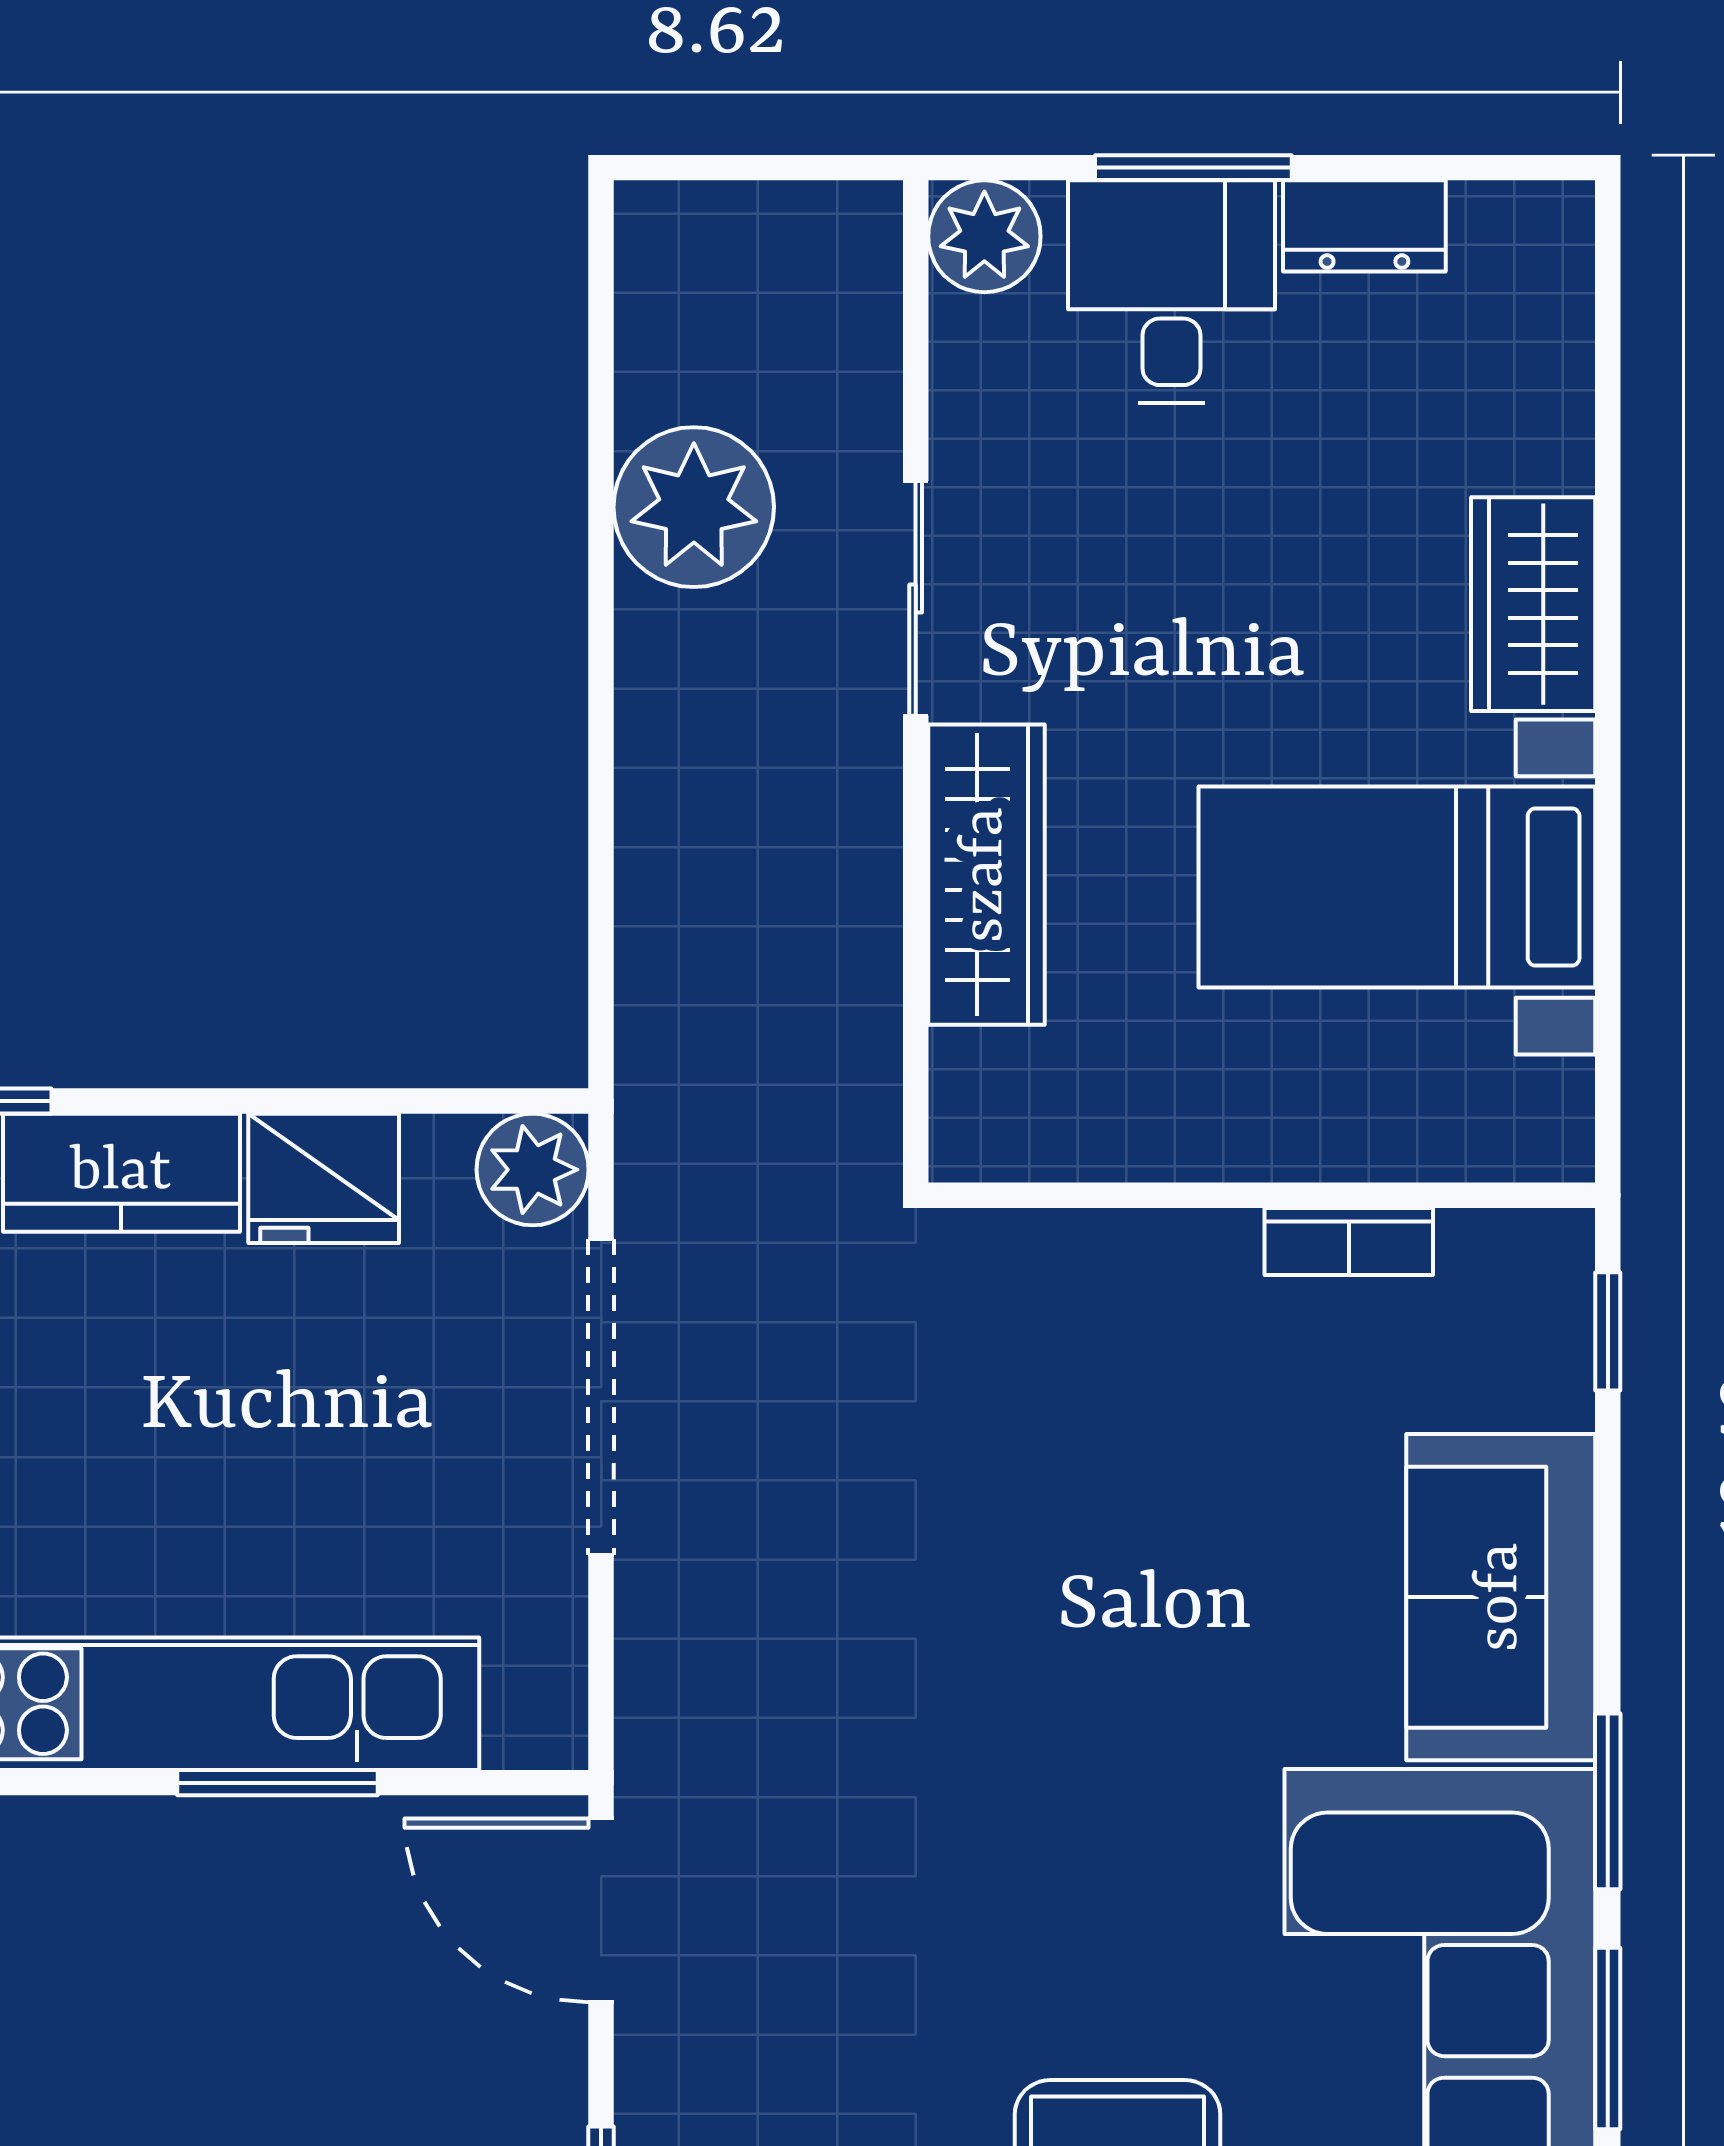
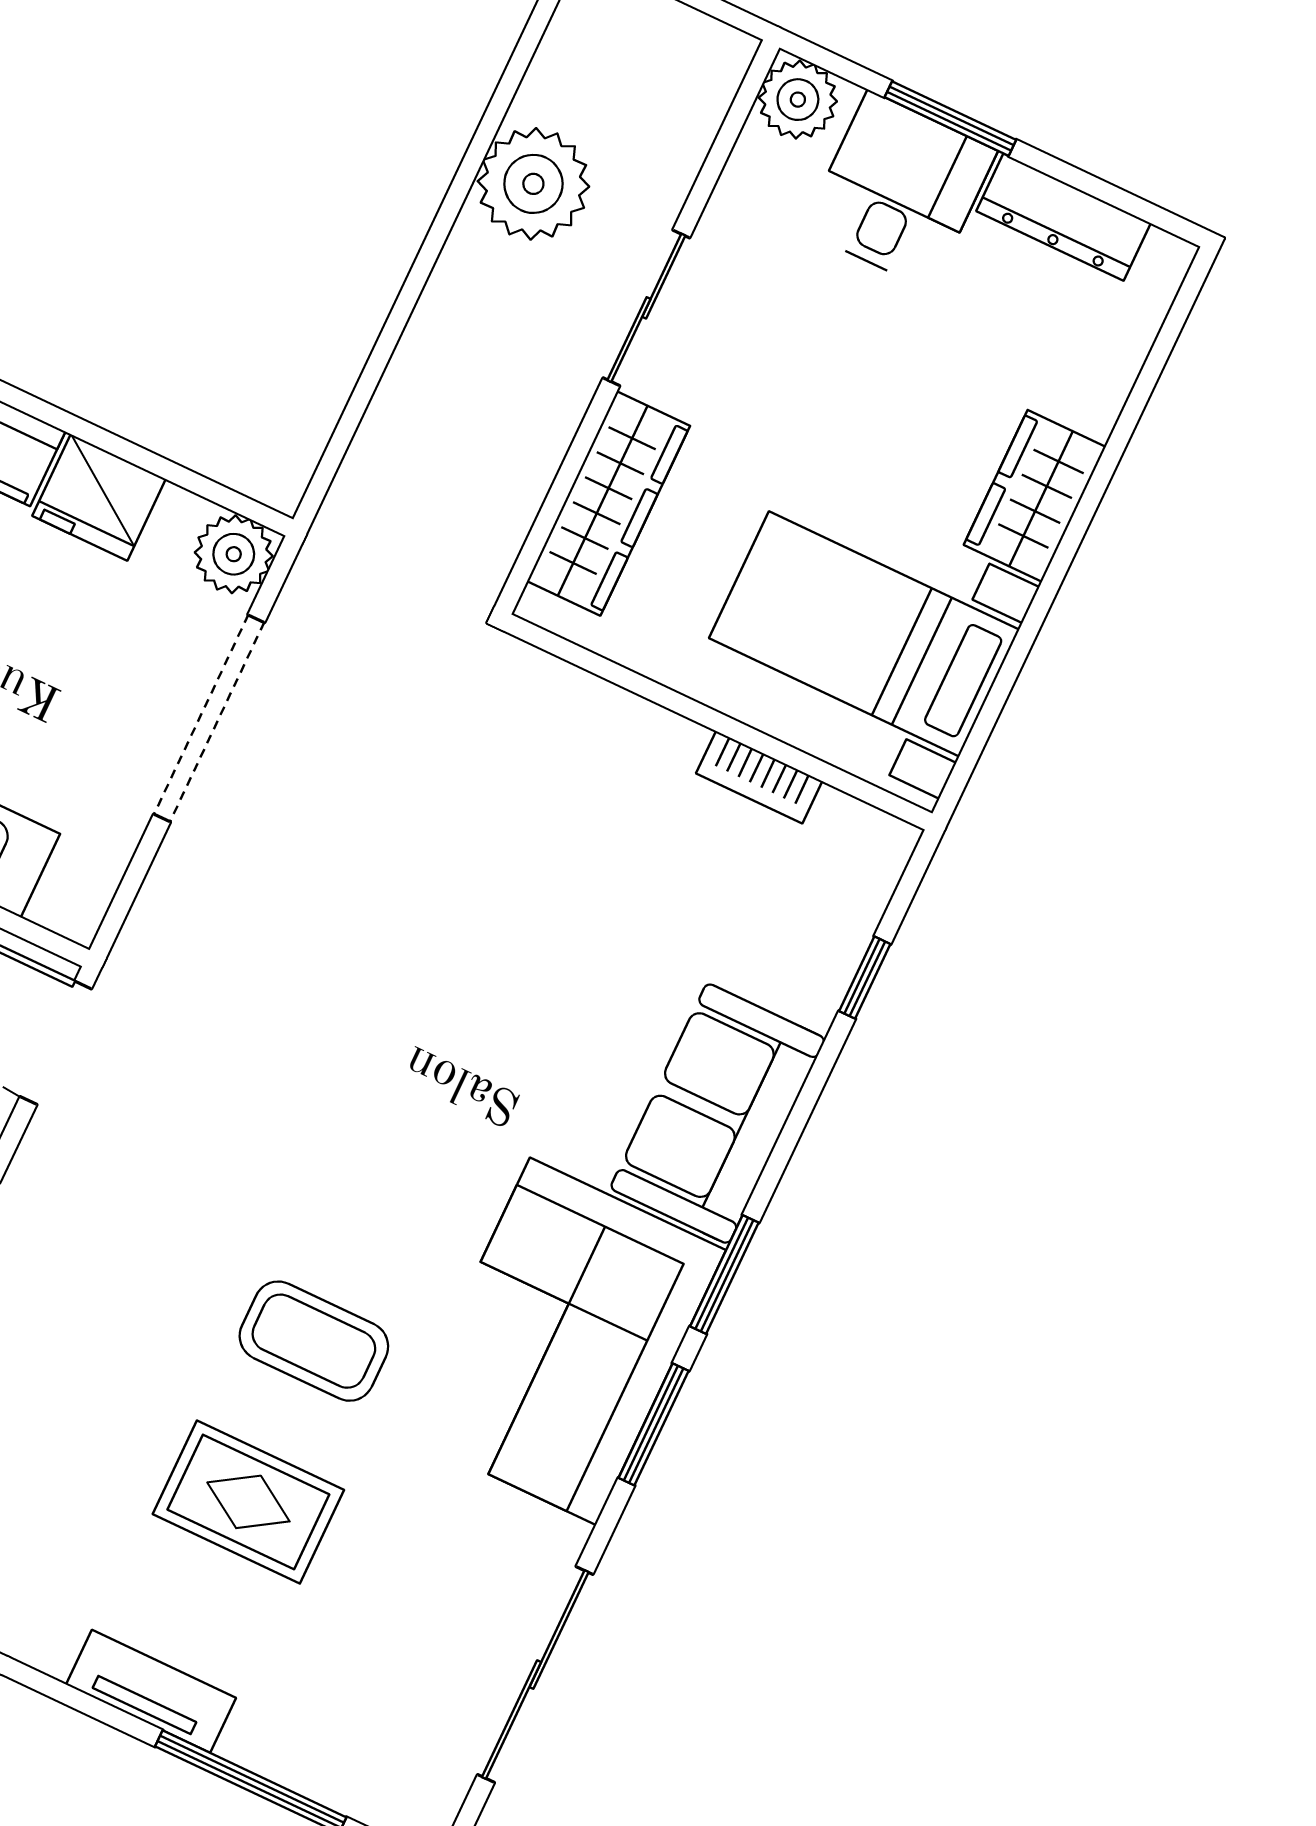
dresser: (1364, 226) -> (1064, 217), width x1.44
wall: (1262, 1195) -> (718, 722), moved
bookcase: (1349, 1242) -> (759, 777), moved

